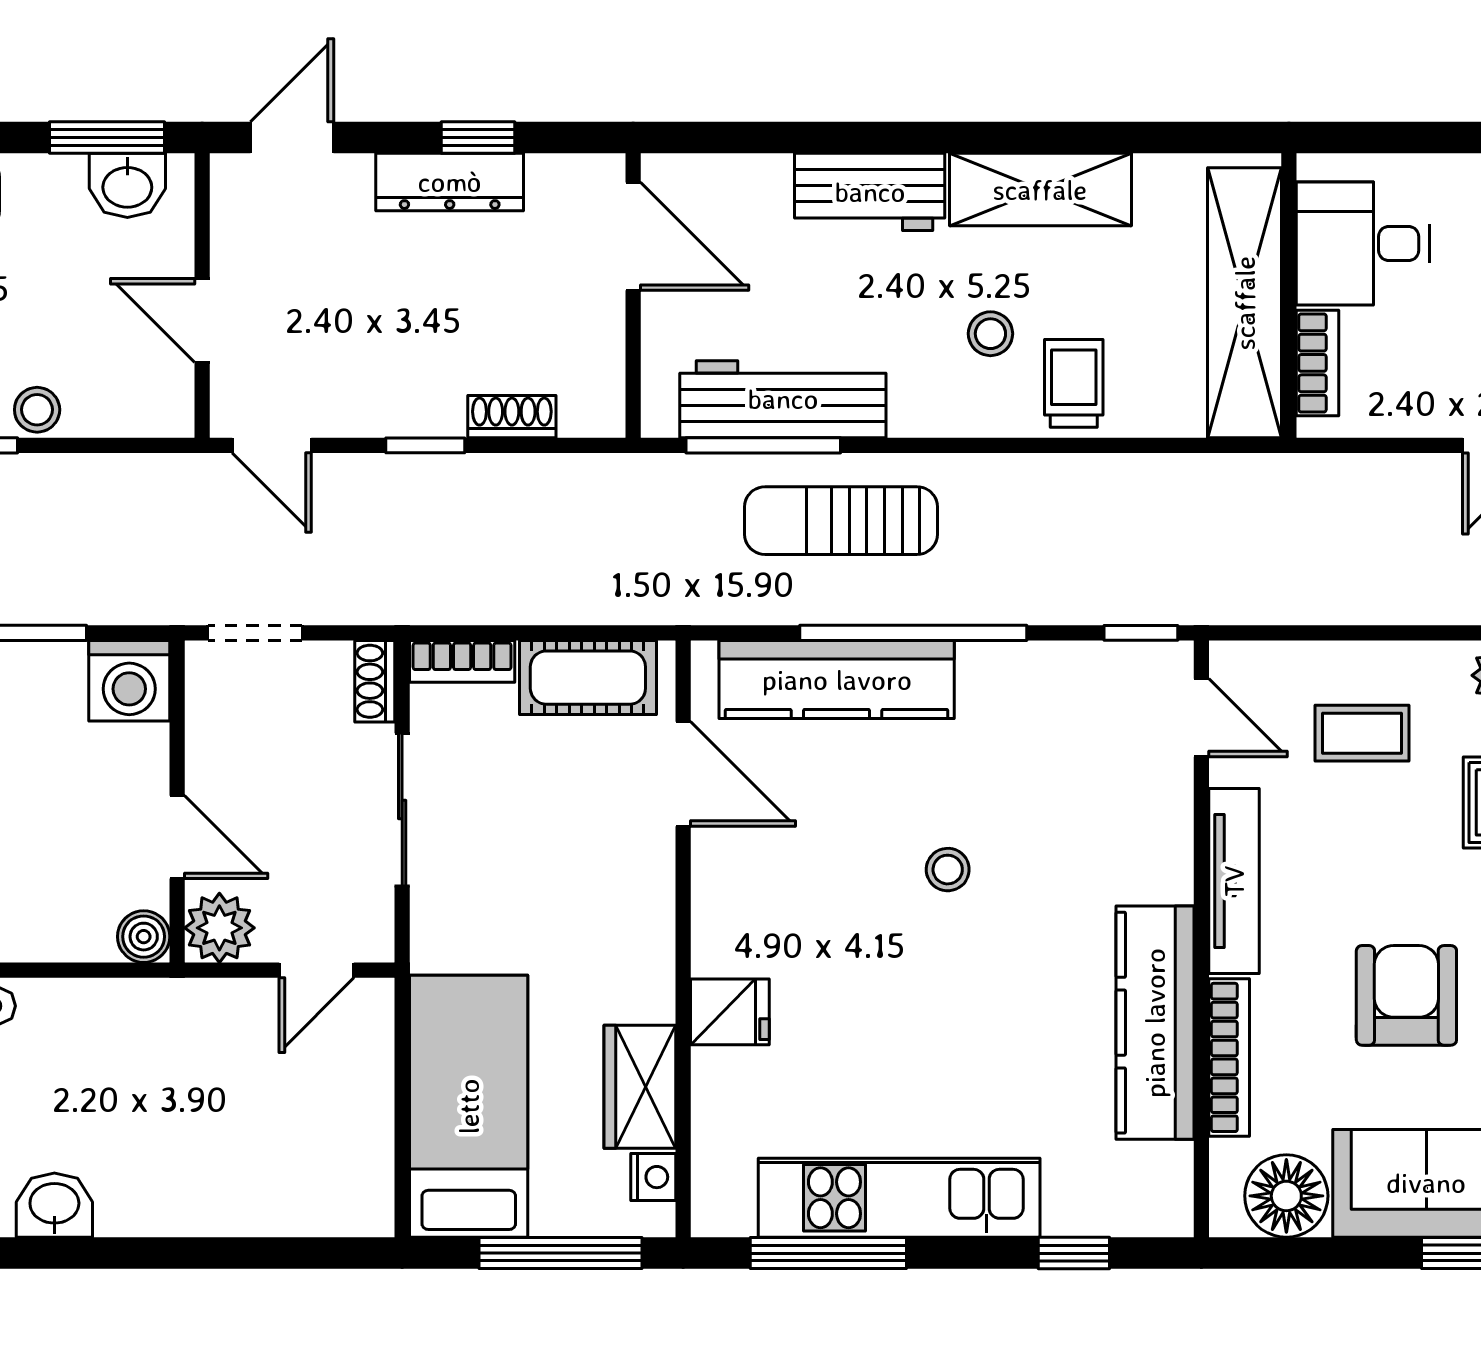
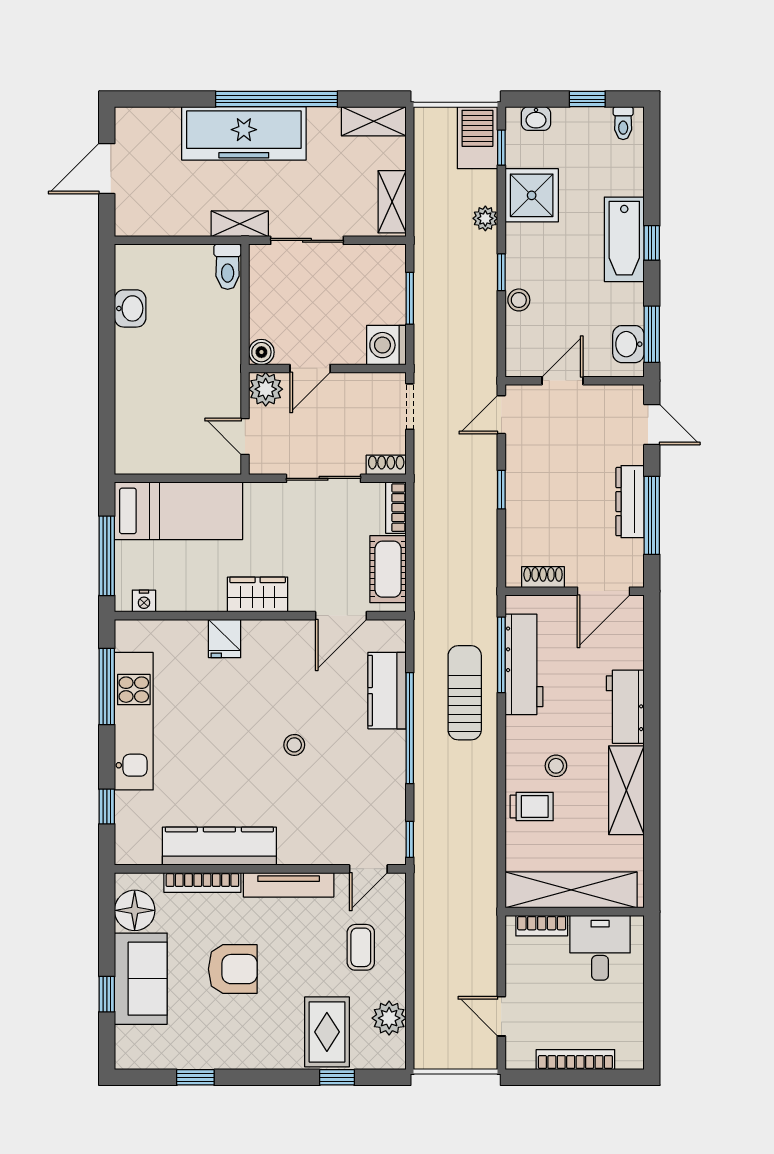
window: (478, 138) -> (652, 515), width x2.17
shoe rack: (512, 417) -> (543, 577), moved, turned -90
kitchen counter: (837, 680) -> (387, 691), width x0.67
wardrobe: (640, 1087) -> (258, 594), moved

